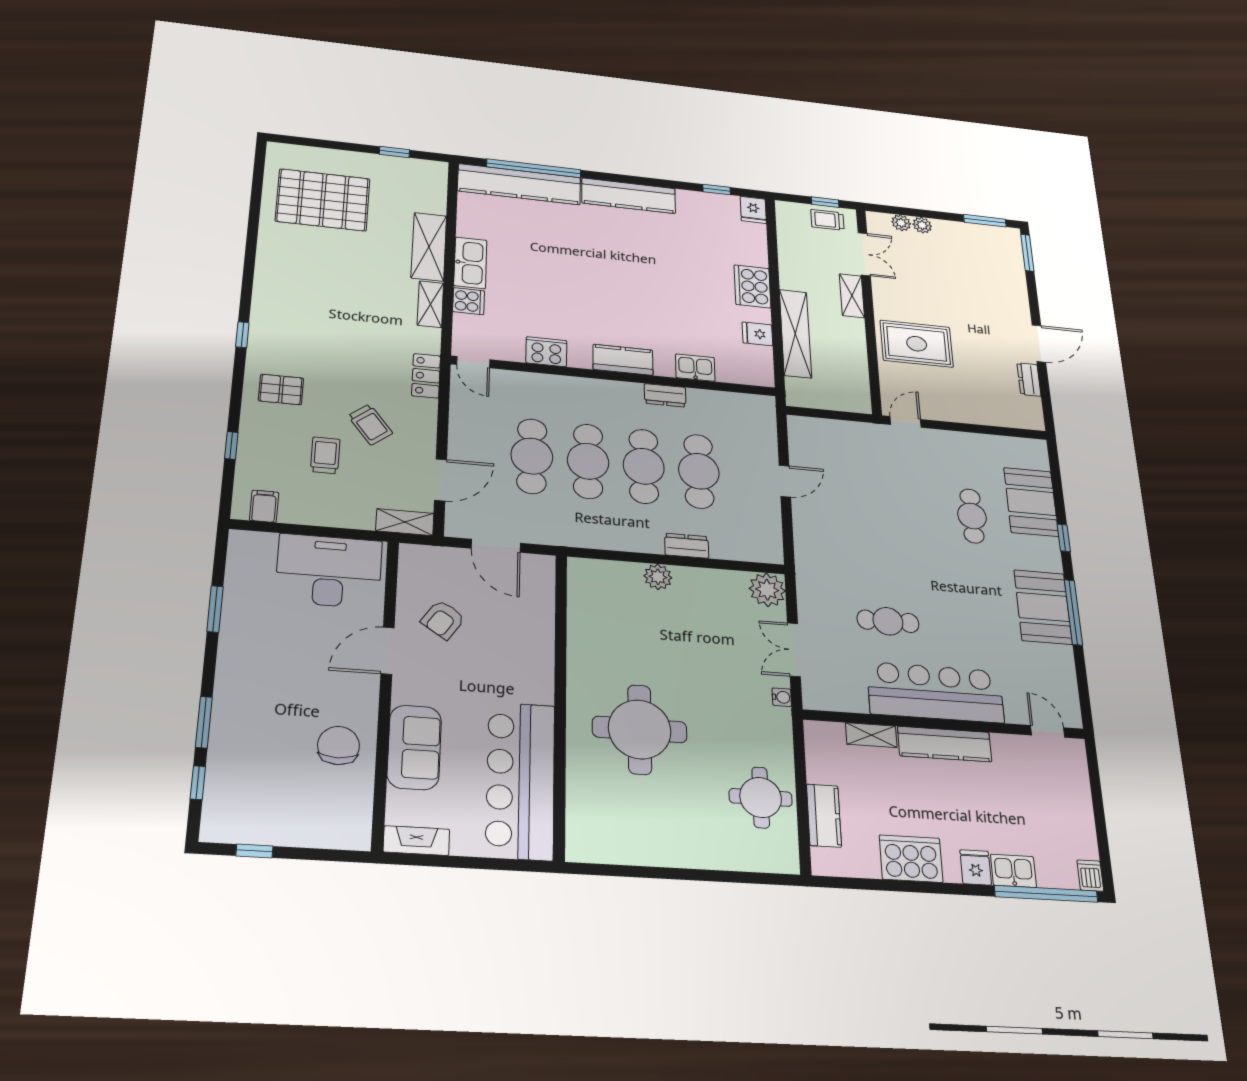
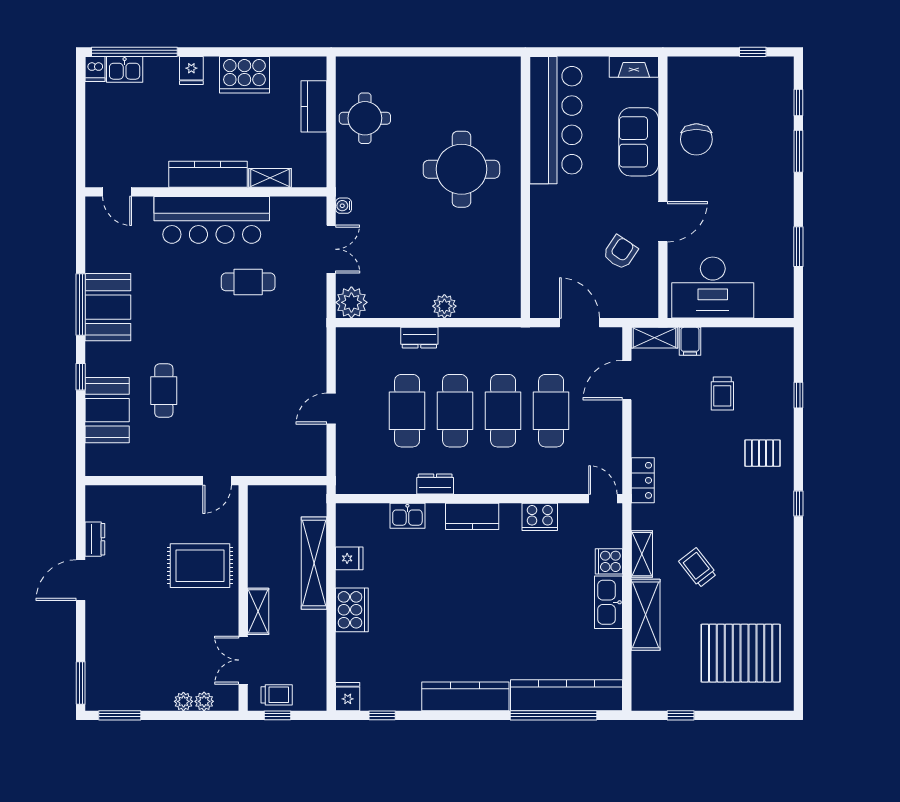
trolley: (370, 424) -> (698, 568), moved
filing cabinet: (264, 506) -> (690, 341), moved
kitchen sink: (1013, 871) -> (125, 69), moved

